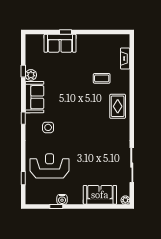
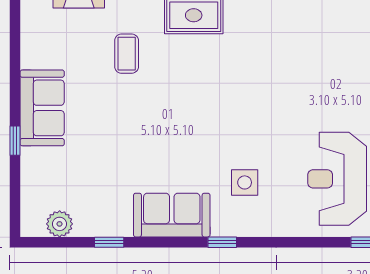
sofa: (60, 43) -> (42, 108), moved
plant: (31, 75) -> (60, 224), moved

